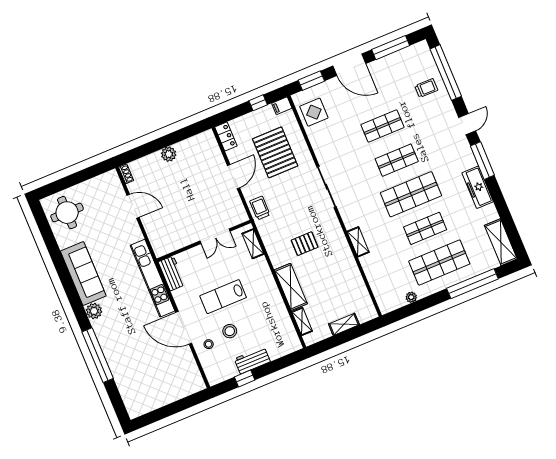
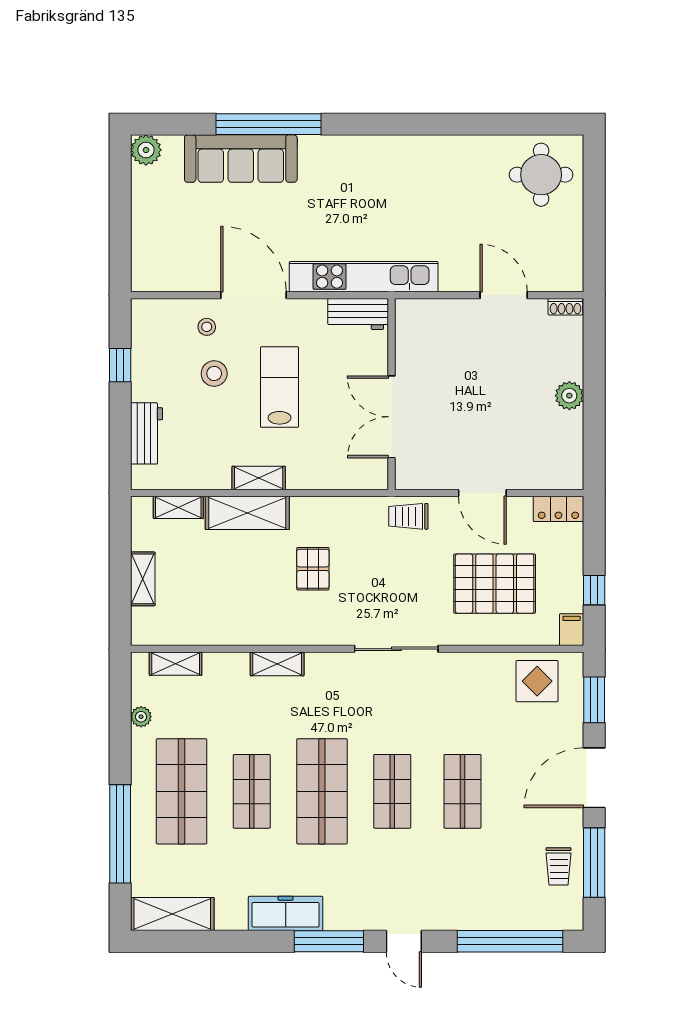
trolley: (426, 88) -> (559, 866), moved
door: (133, 206) -> (504, 295), swing flipped
trolley: (260, 208) -> (408, 516), turned 180
double door: (215, 236) -> (391, 417), width x1.37
shelving: (253, 244) -> (259, 478), moved
sofa: (83, 273) -> (241, 159), moved
shelving: (379, 291) -> (176, 664), added
plant: (94, 311) -> (146, 150), moved
door: (184, 328) -> (254, 295), hinge flipped
workbench: (252, 360) -> (147, 433), moved

